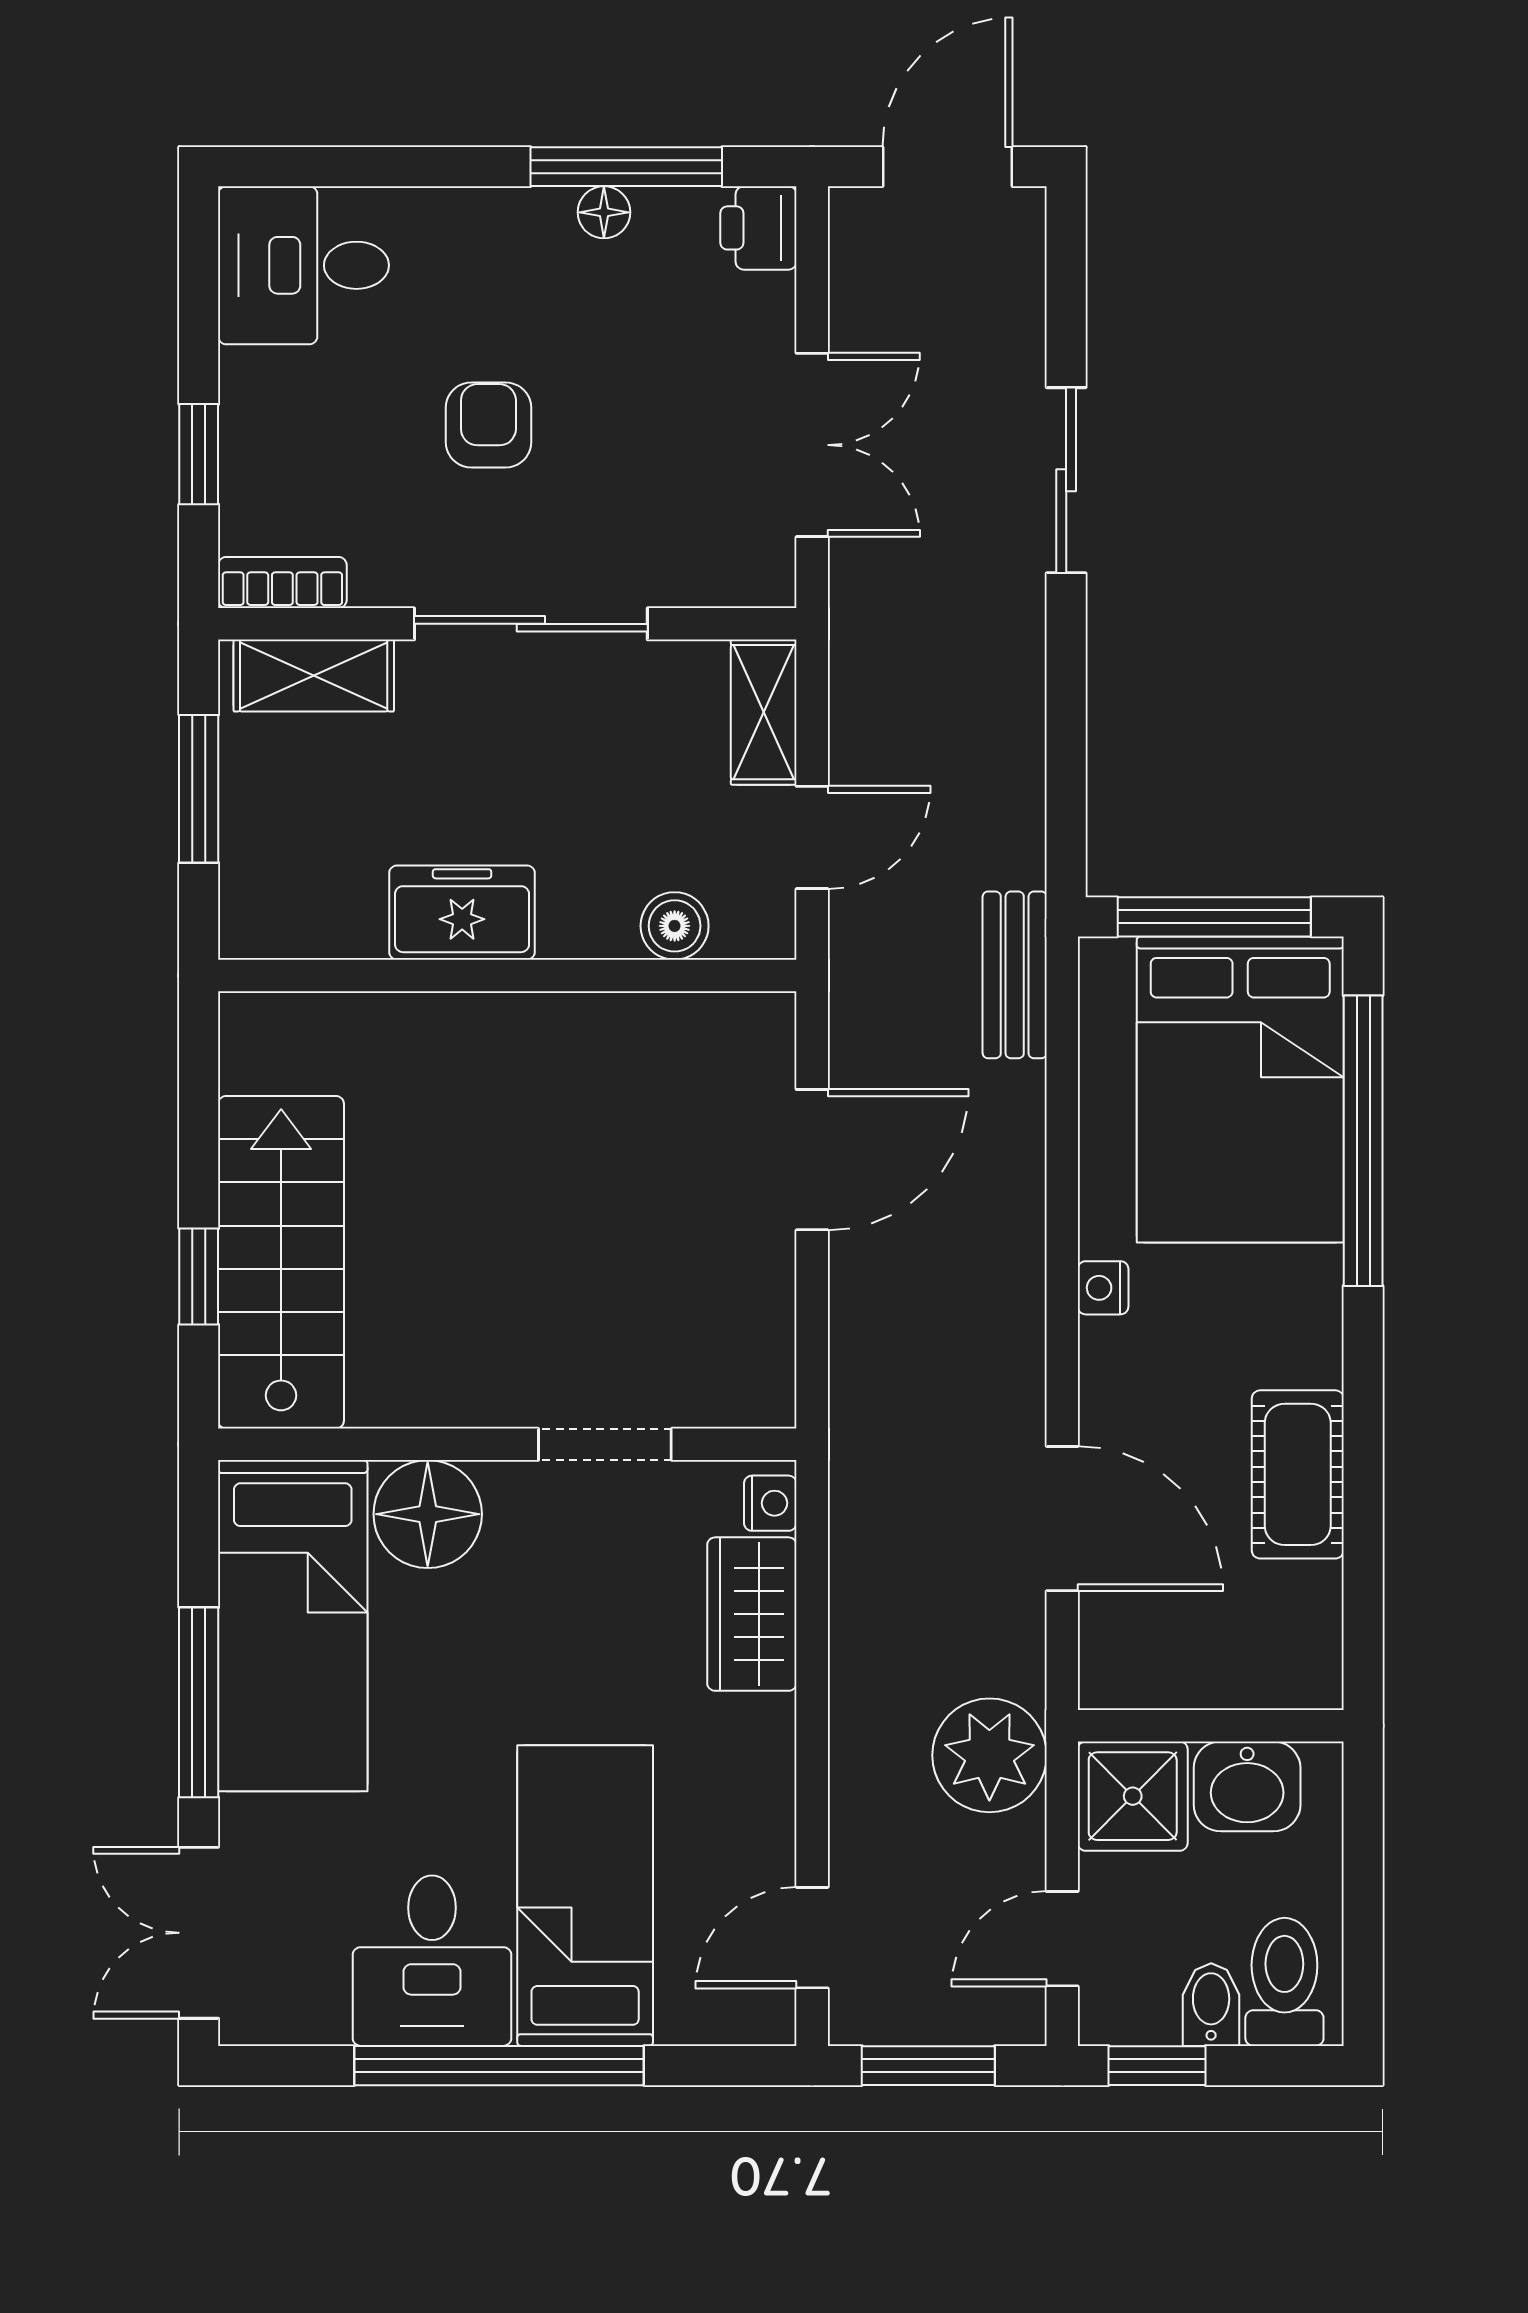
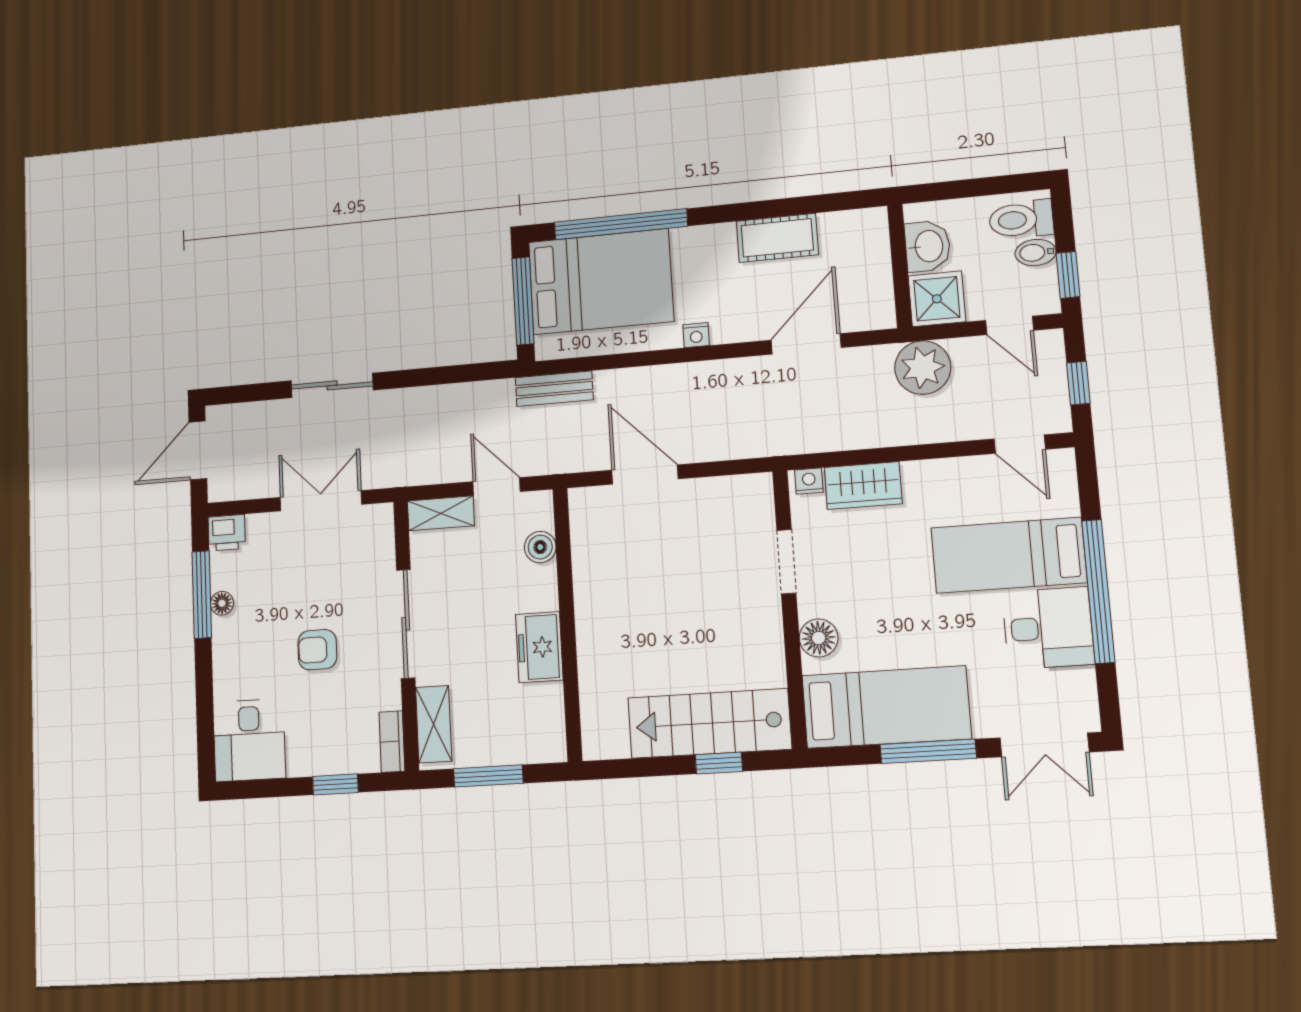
door: (947, 167) -> (198, 450), hinge flipped
floor lamp: (428, 1514) -> (819, 638), width x0.73, depth x0.73
window: (928, 2066) -> (1078, 383), width x0.67

